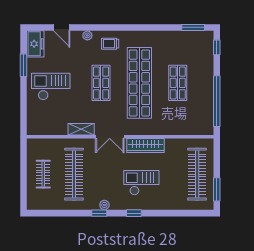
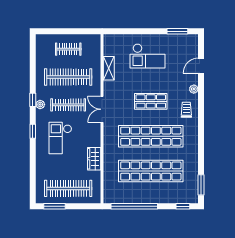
freezer: (35, 44) -> (186, 42), removed
window: (24, 65) -> (177, 31), moved
shop shelf: (178, 83) -> (151, 171), width x2.00, depth x1.36
checkout: (51, 86) -> (148, 56), turned 90
shelving: (81, 129) -> (109, 68), moved
wardrobe: (146, 145) -> (94, 159), moved, width x0.67
clothes rail: (105, 174) -> (68, 105), added
checkout: (141, 183) -> (60, 138), turned 180

